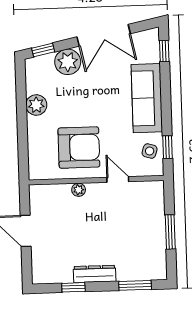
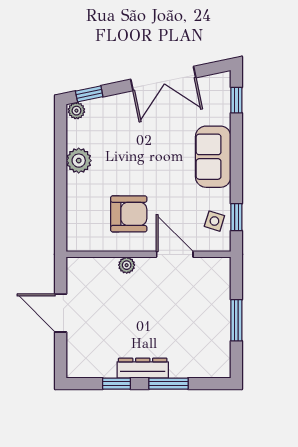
plant: (68, 62) -> (76, 111), moved, width x0.53, depth x0.53
sofa: (147, 98) -> (213, 157), width x0.73
armchair: (79, 147) -> (129, 214), width x0.73, depth x0.73
door: (118, 180) -> (175, 254), width x1.38
window: (135, 285) -> (168, 384), moved

